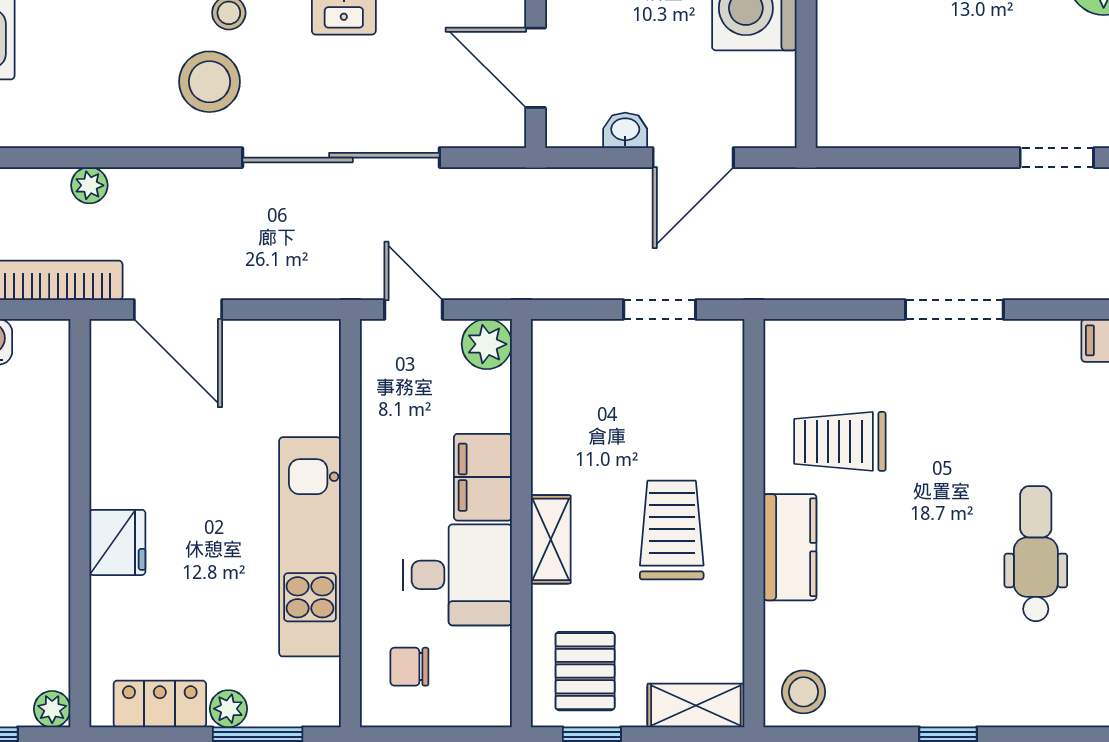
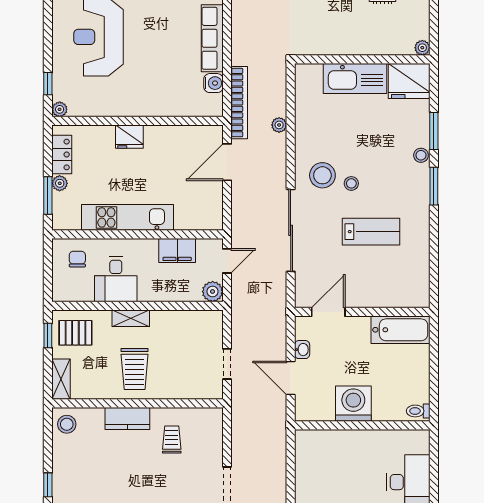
trolley: (840, 441) -> (172, 440), width x0.73, depth x0.72
filing cabinet: (483, 477) -> (177, 250), moved, turned 180
trolley: (672, 530) -> (135, 369), turned 90

